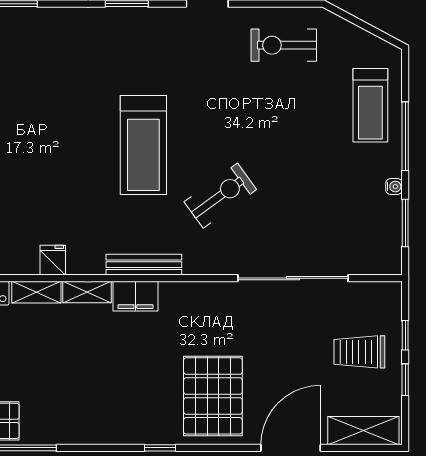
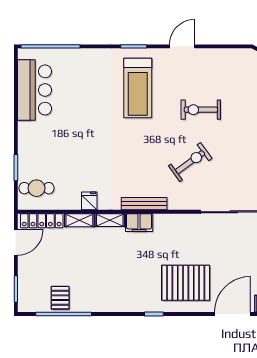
exercise bike: (284, 45) -> (201, 110), moved
treadmill: (143, 145) -> (138, 88), moved
pallet: (213, 396) -> (186, 283), turned 90

